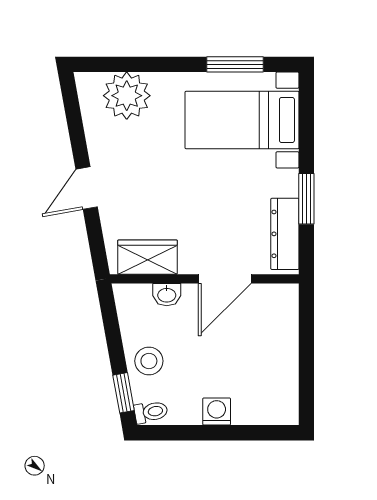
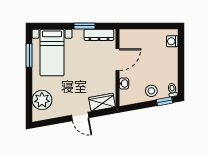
wardrobe: (148, 257) -> (102, 102), moved, turned 80
door: (225, 279) -> (117, 60), hinge flipped
washing machine: (217, 412) -> (172, 41), moved

